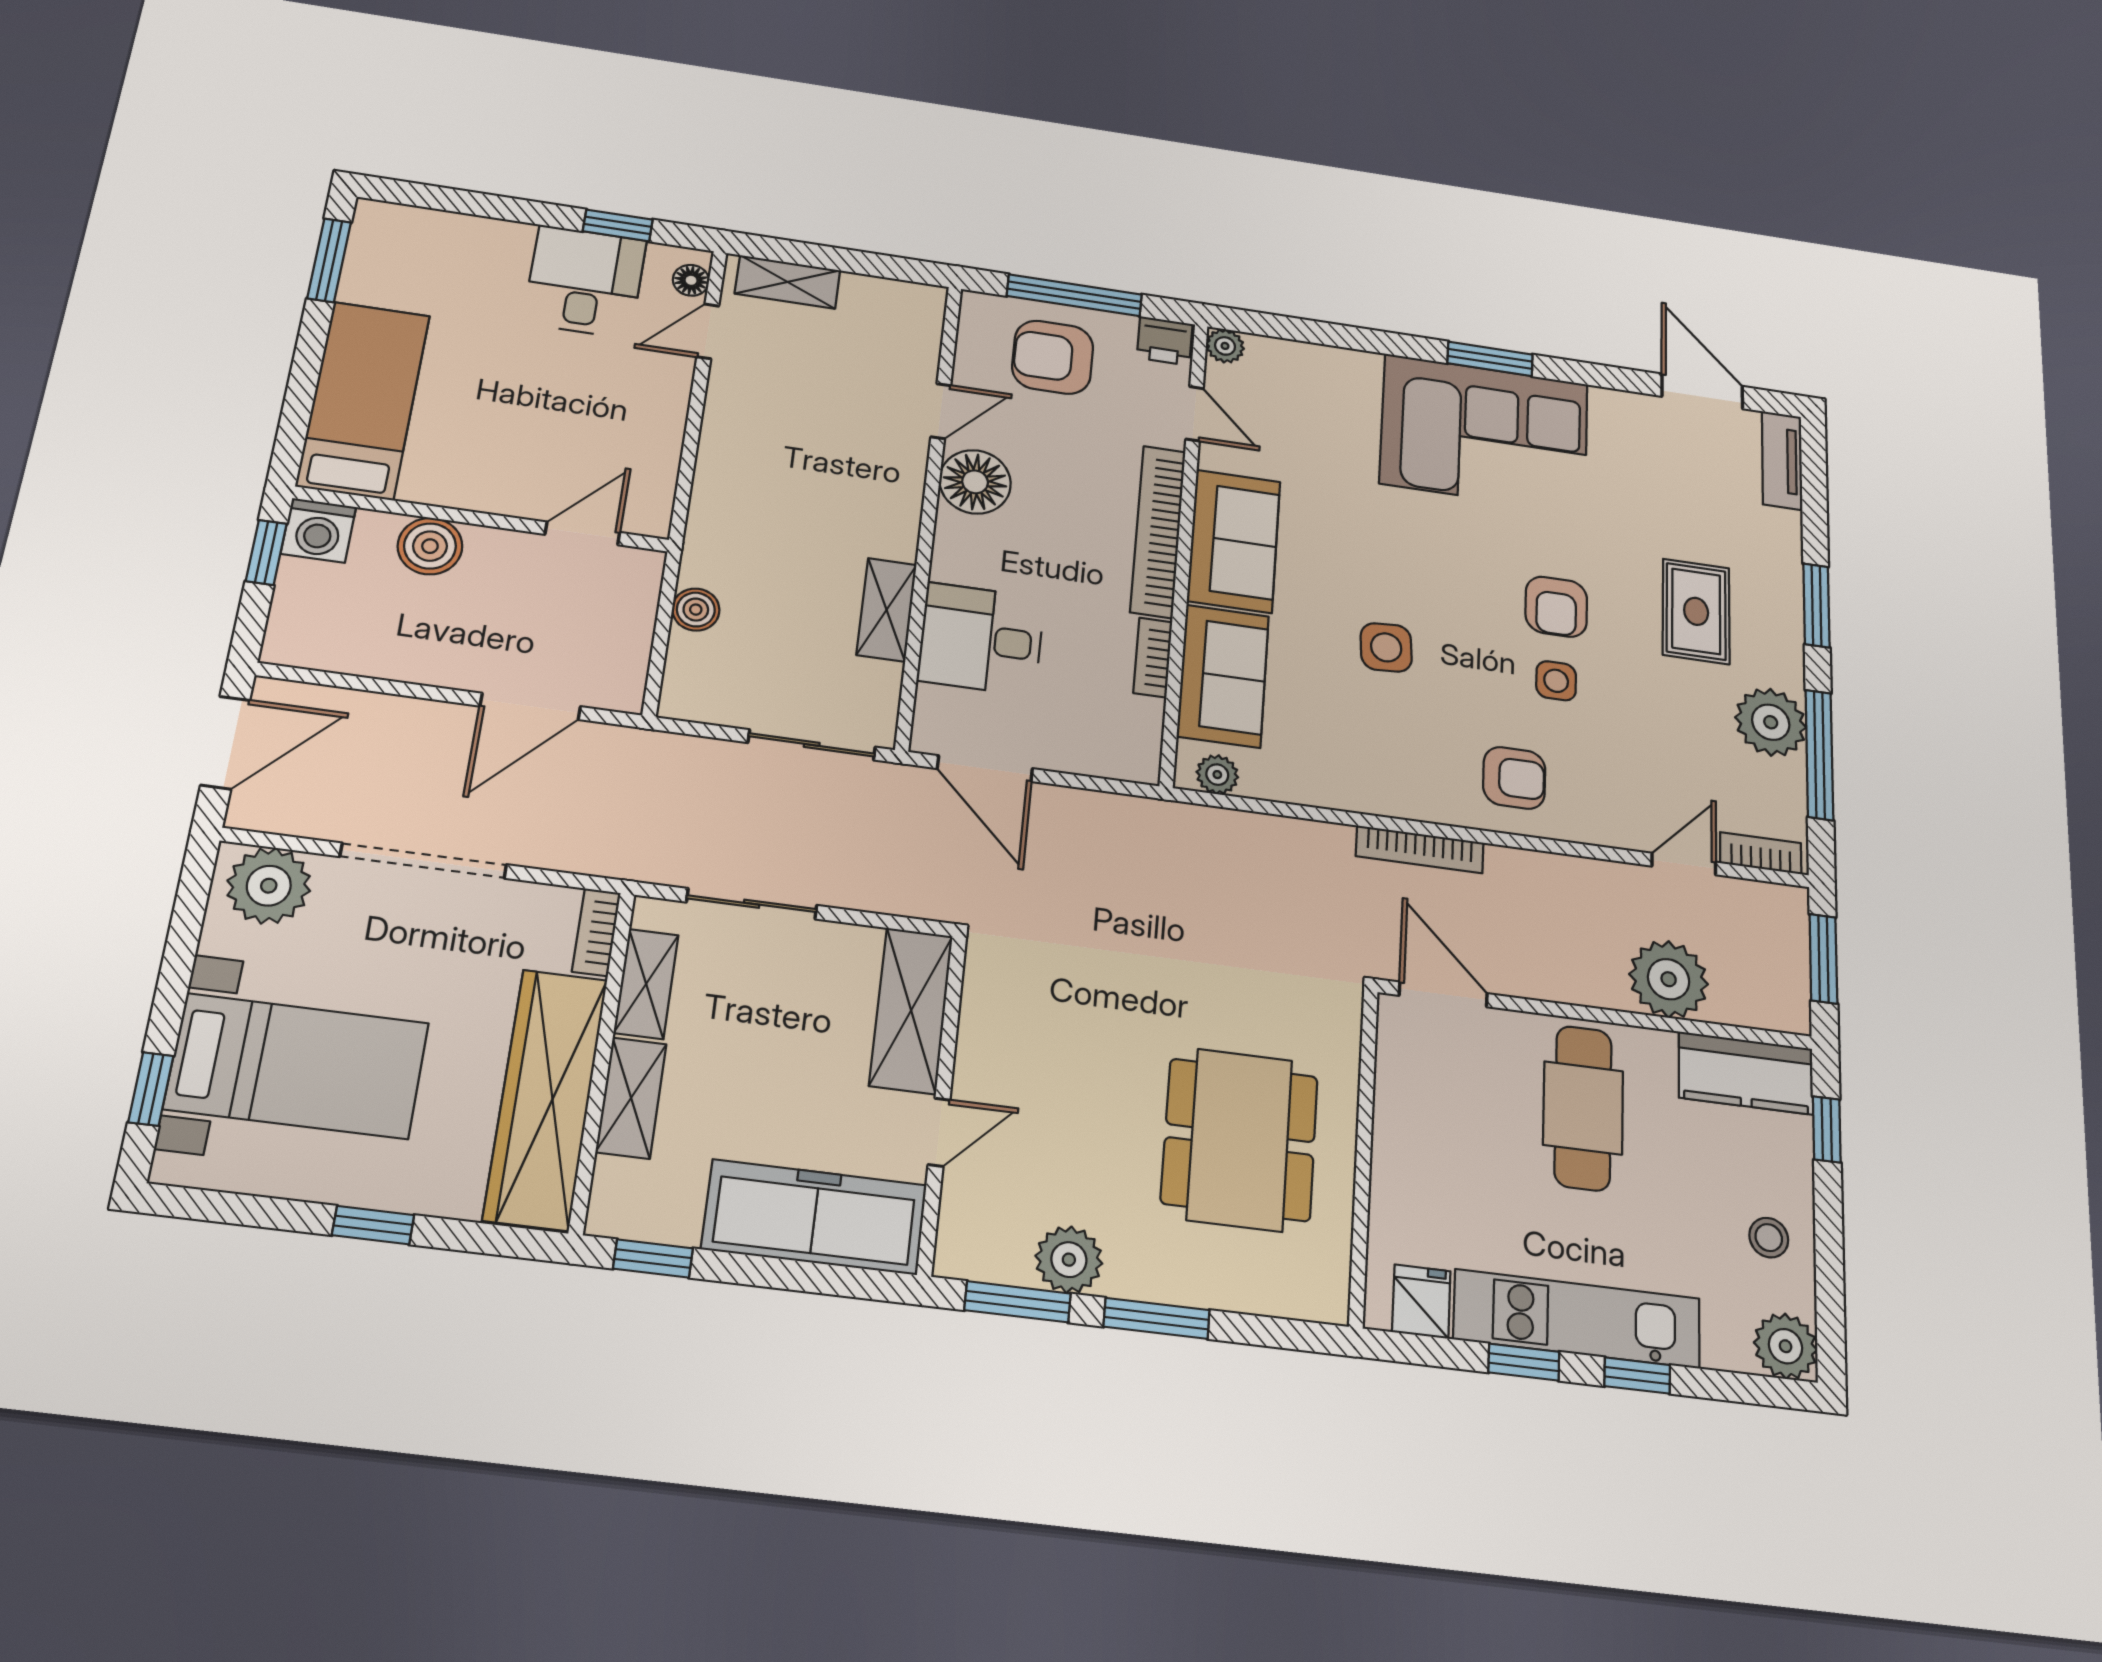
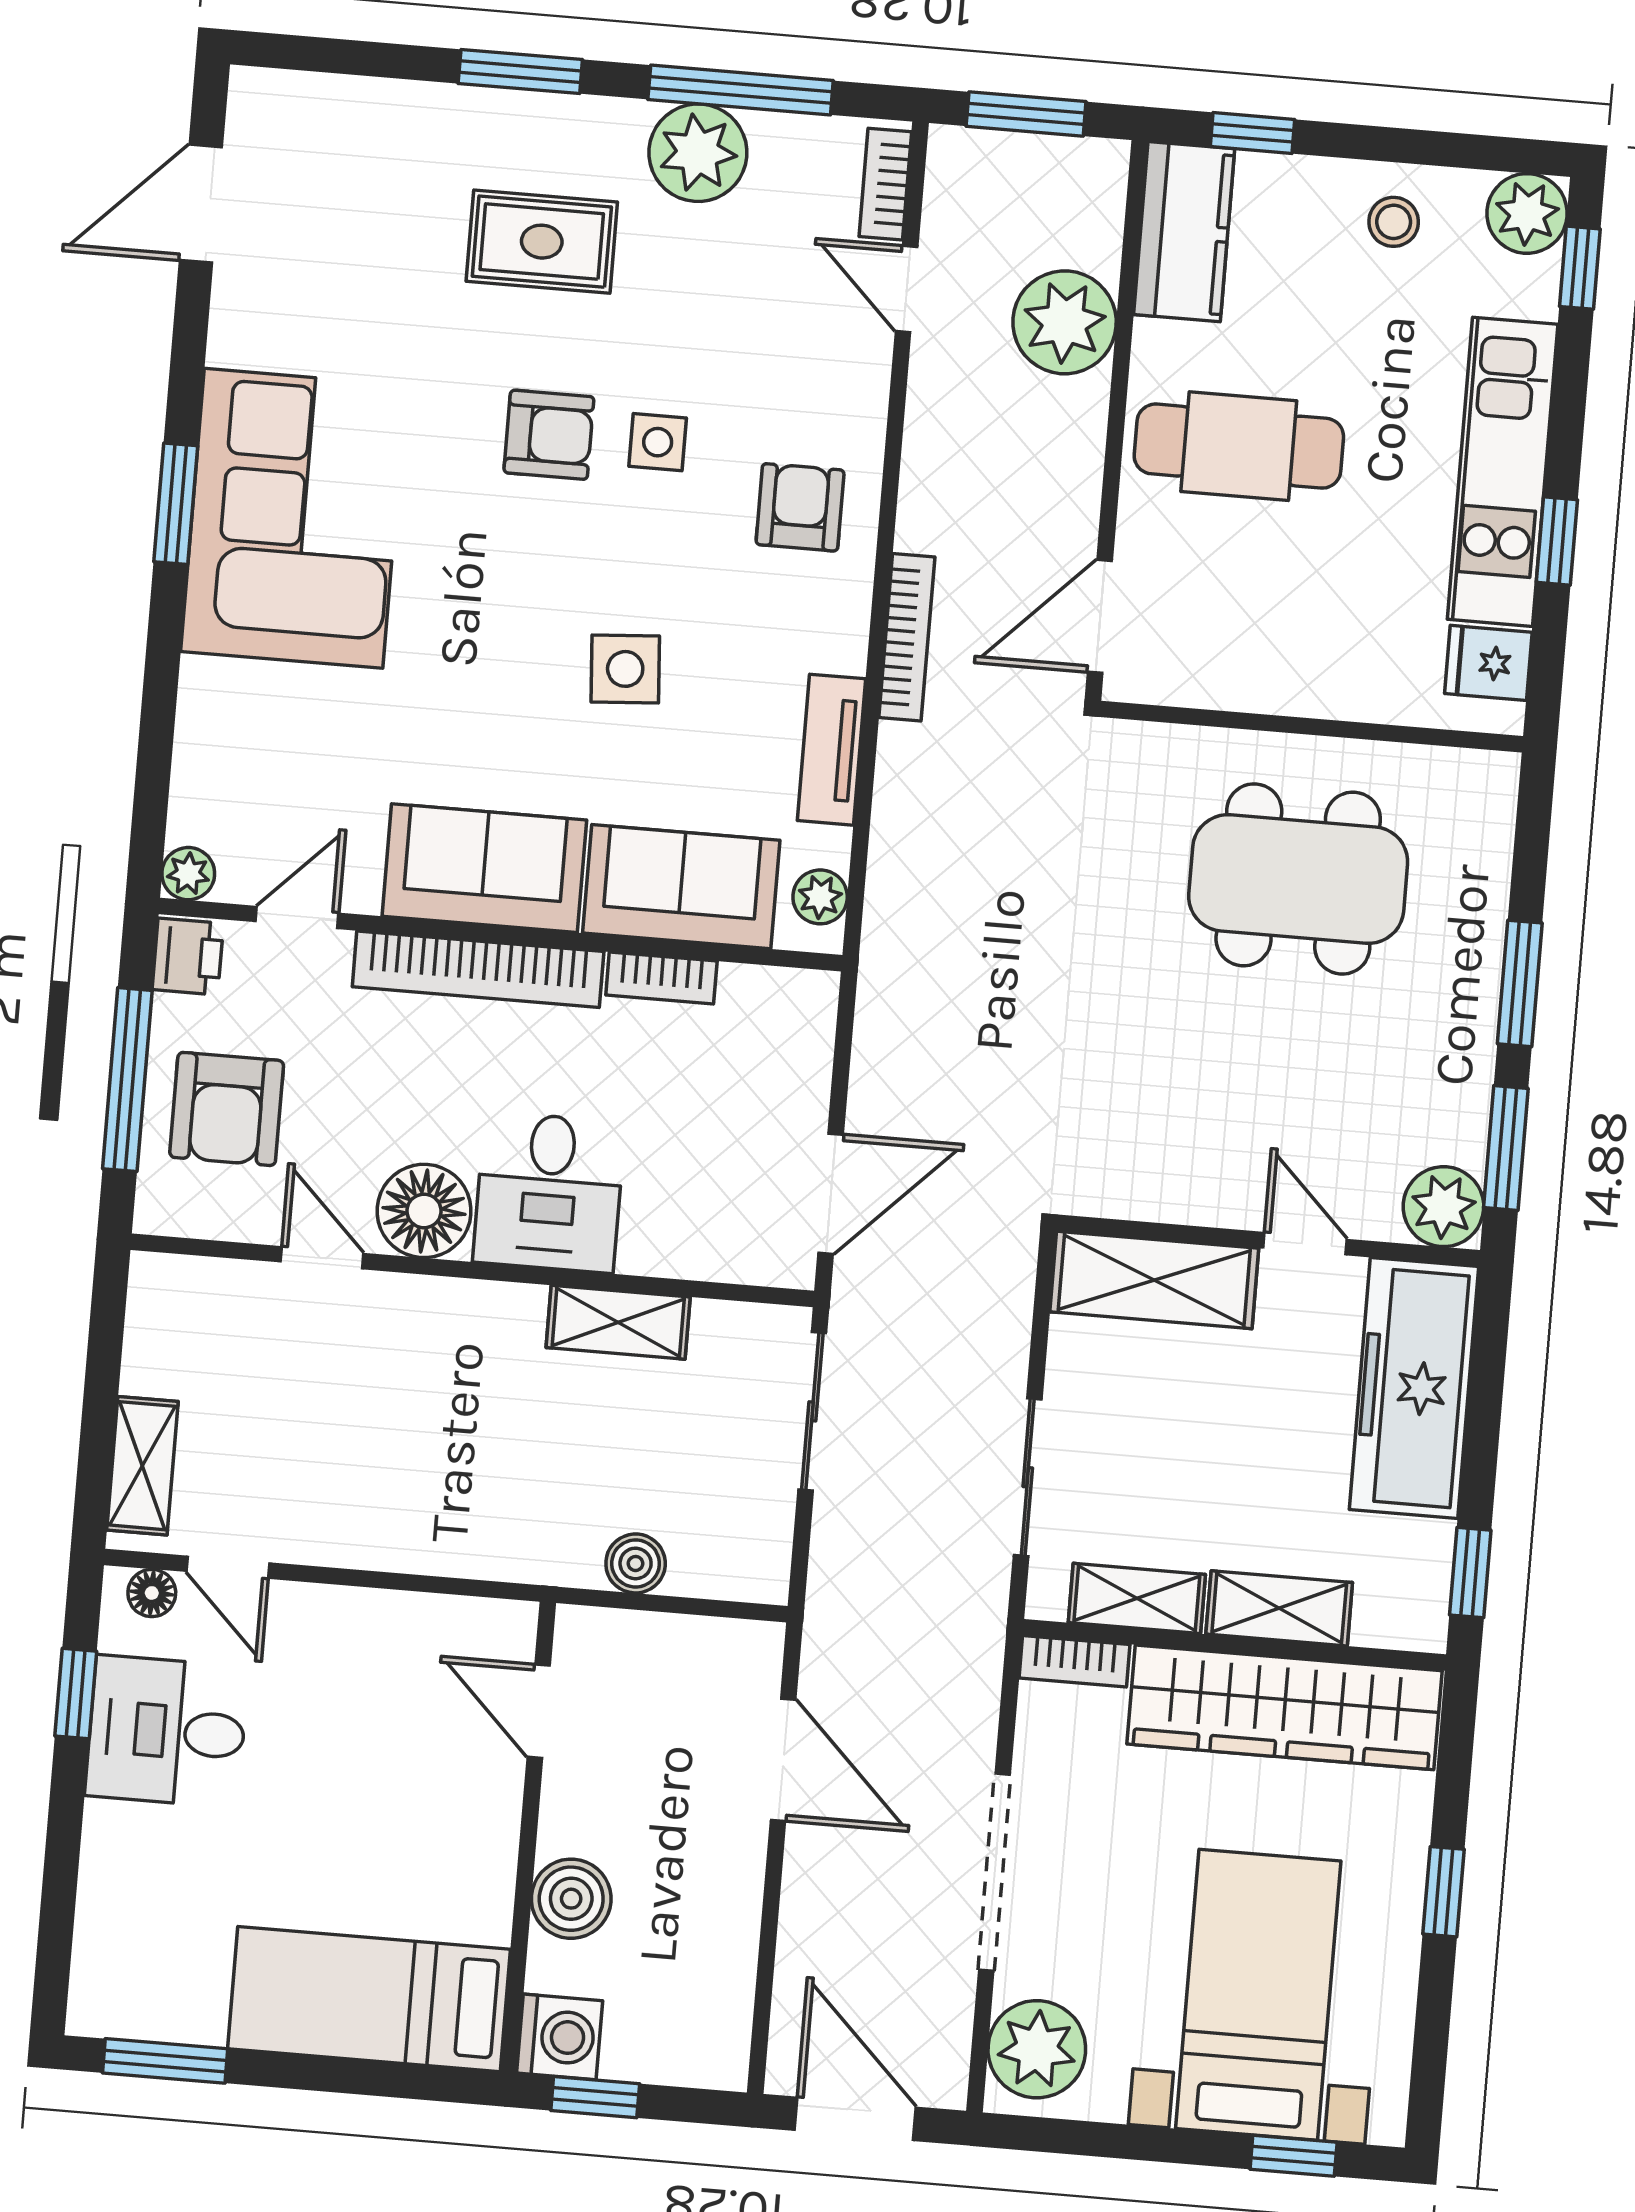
tv unit: (1782, 460) -> (831, 750), moved, turned 90
desk: (981, 639) -> (549, 1192), moved
plant: (1069, 1260) -> (1443, 1207), moved
window: (1637, 1376) -> (1580, 268), moved

